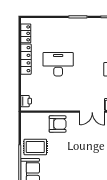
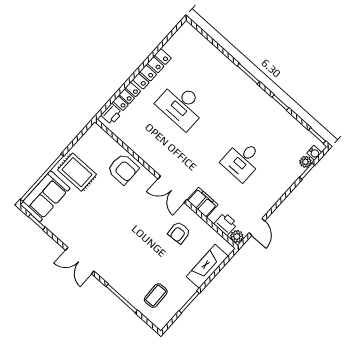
locker: (26, 33) -> (127, 96), moved
desk: (58, 64) -> (181, 105), turned 180

